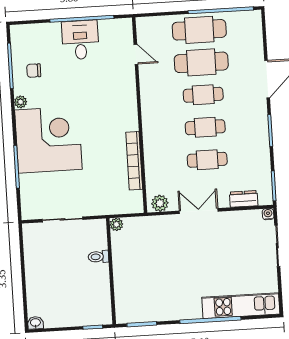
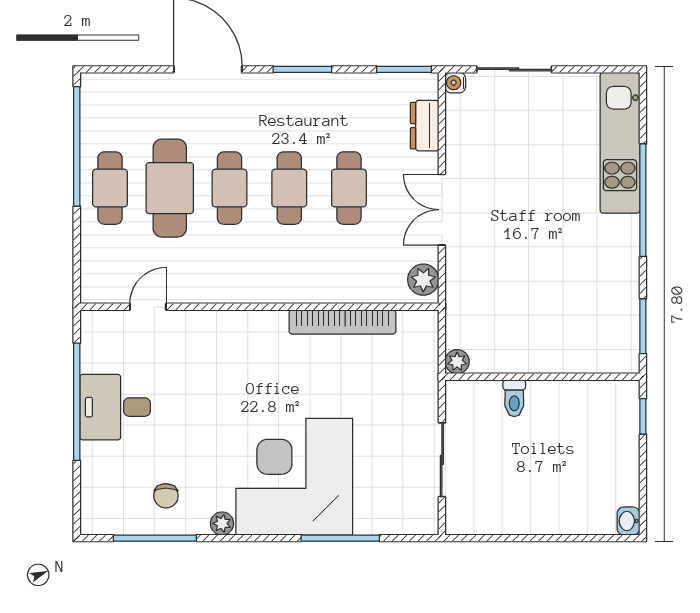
cafe table: (199, 30) -> (110, 188), width x0.73, depth x0.74

